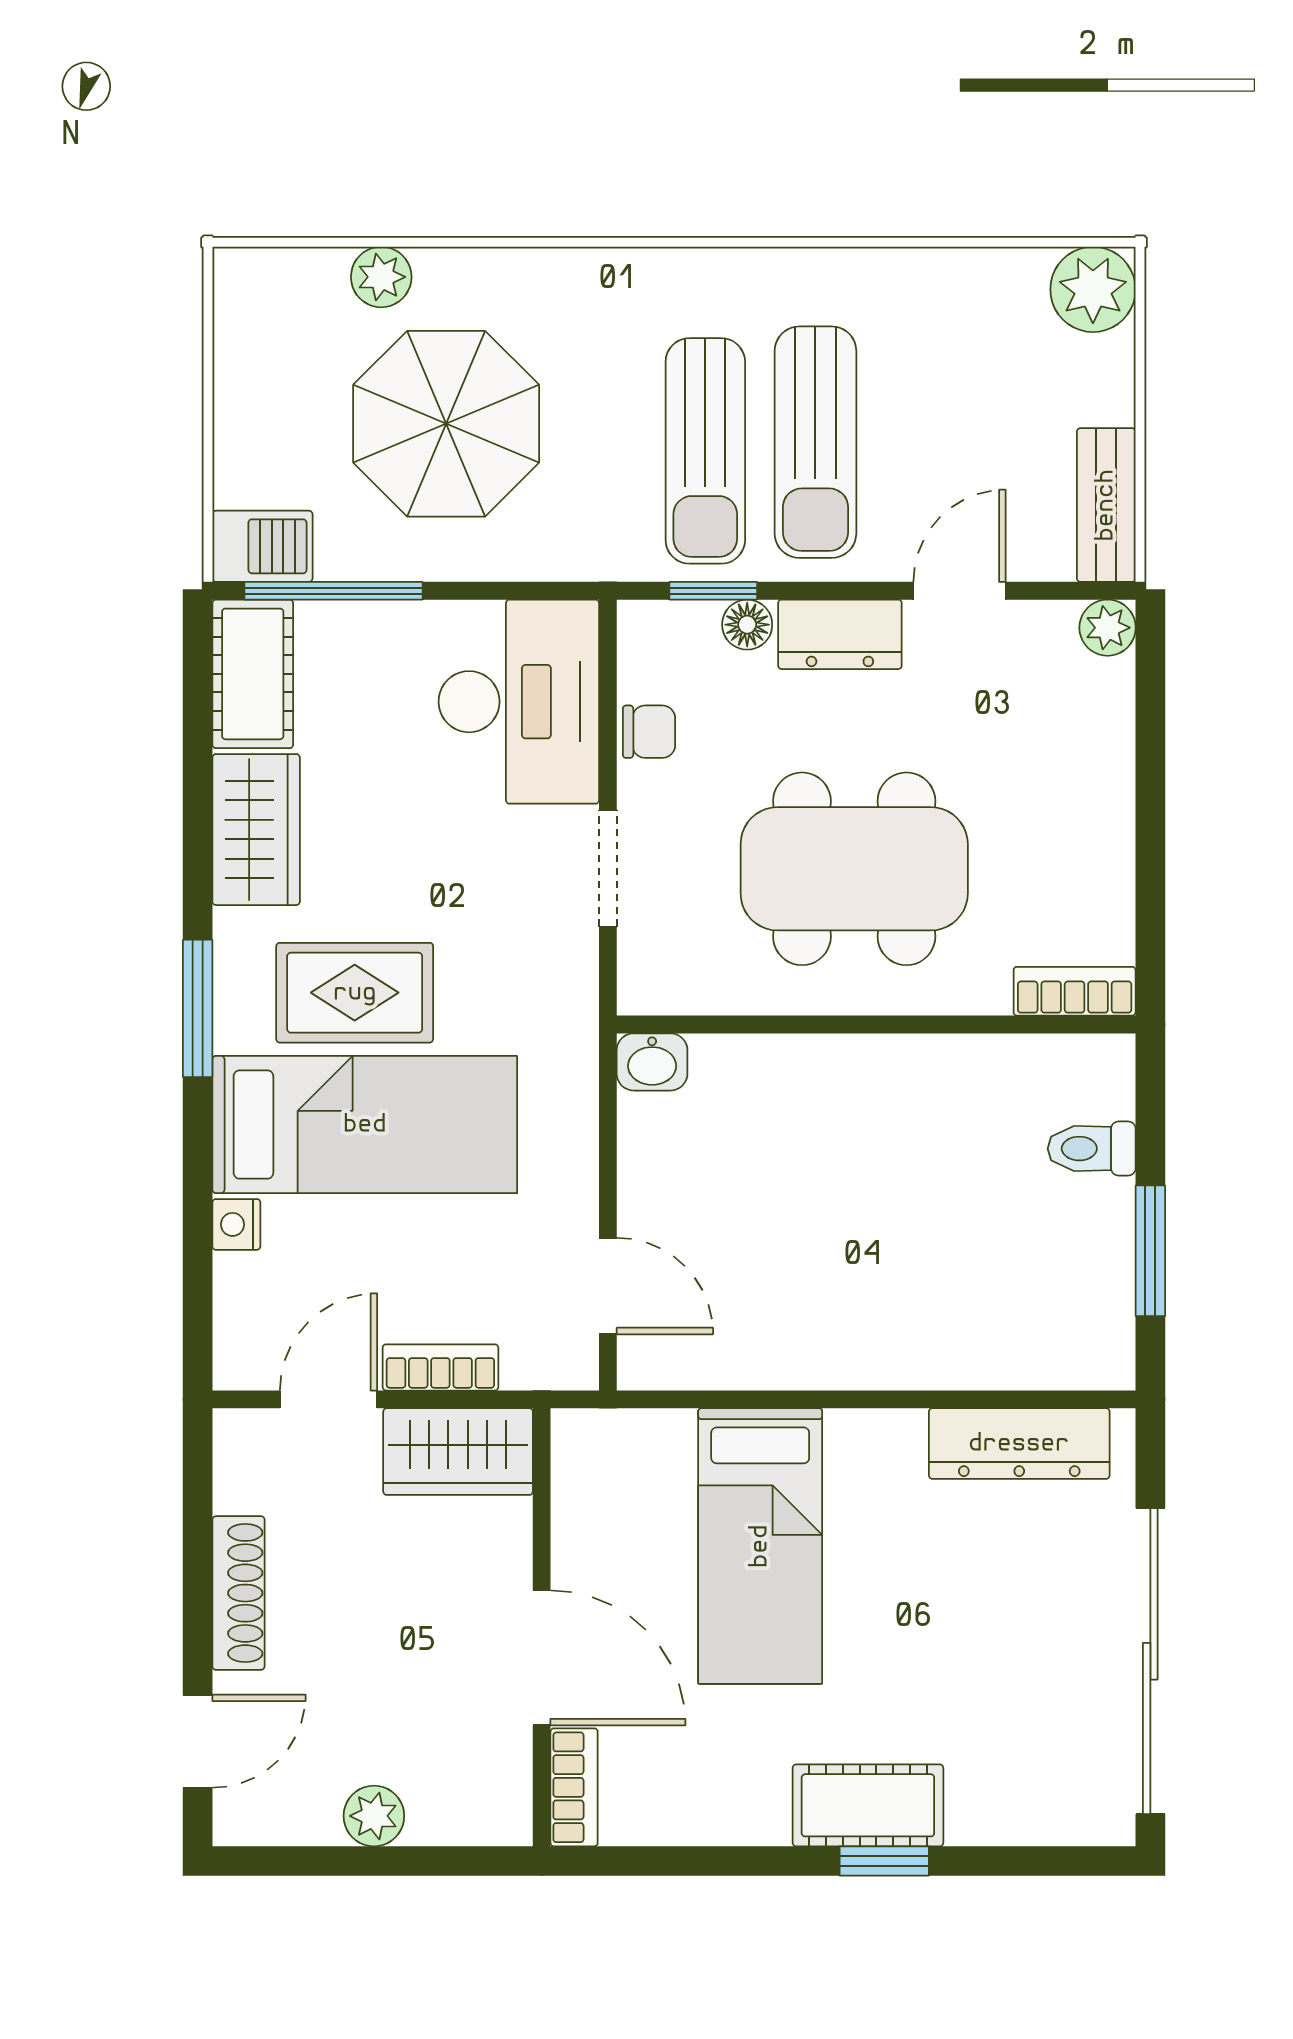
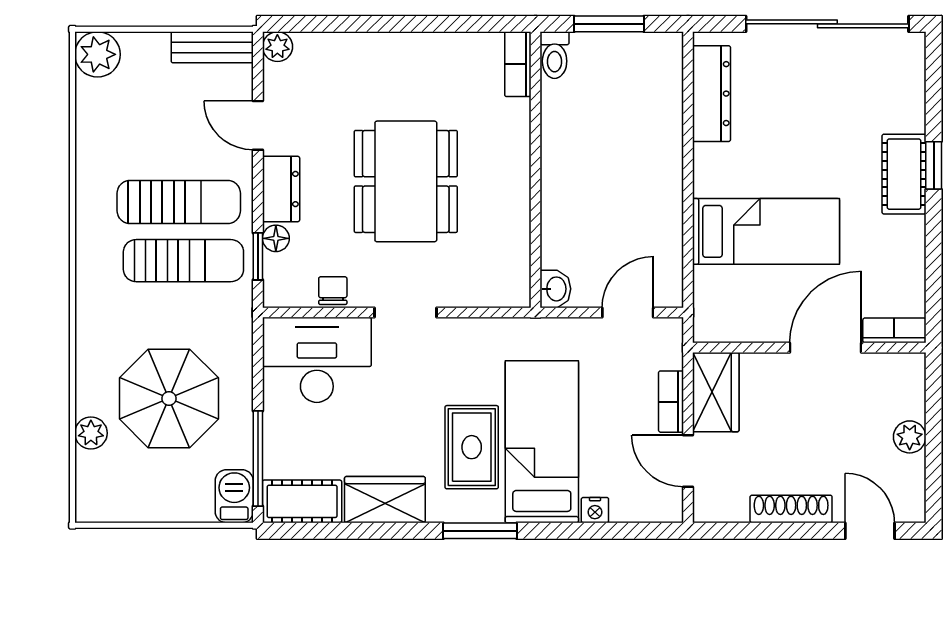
bookcase: (1075, 991) -> (518, 64), moved
wall: (876, 1024) -> (535, 170), moved
washbasin: (652, 1062) -> (555, 289), moved

